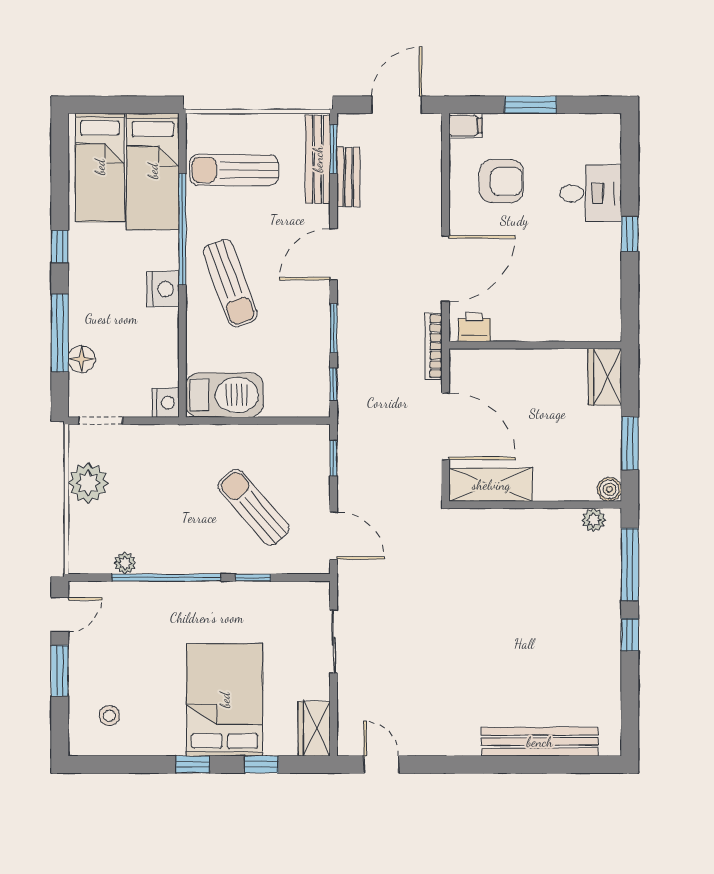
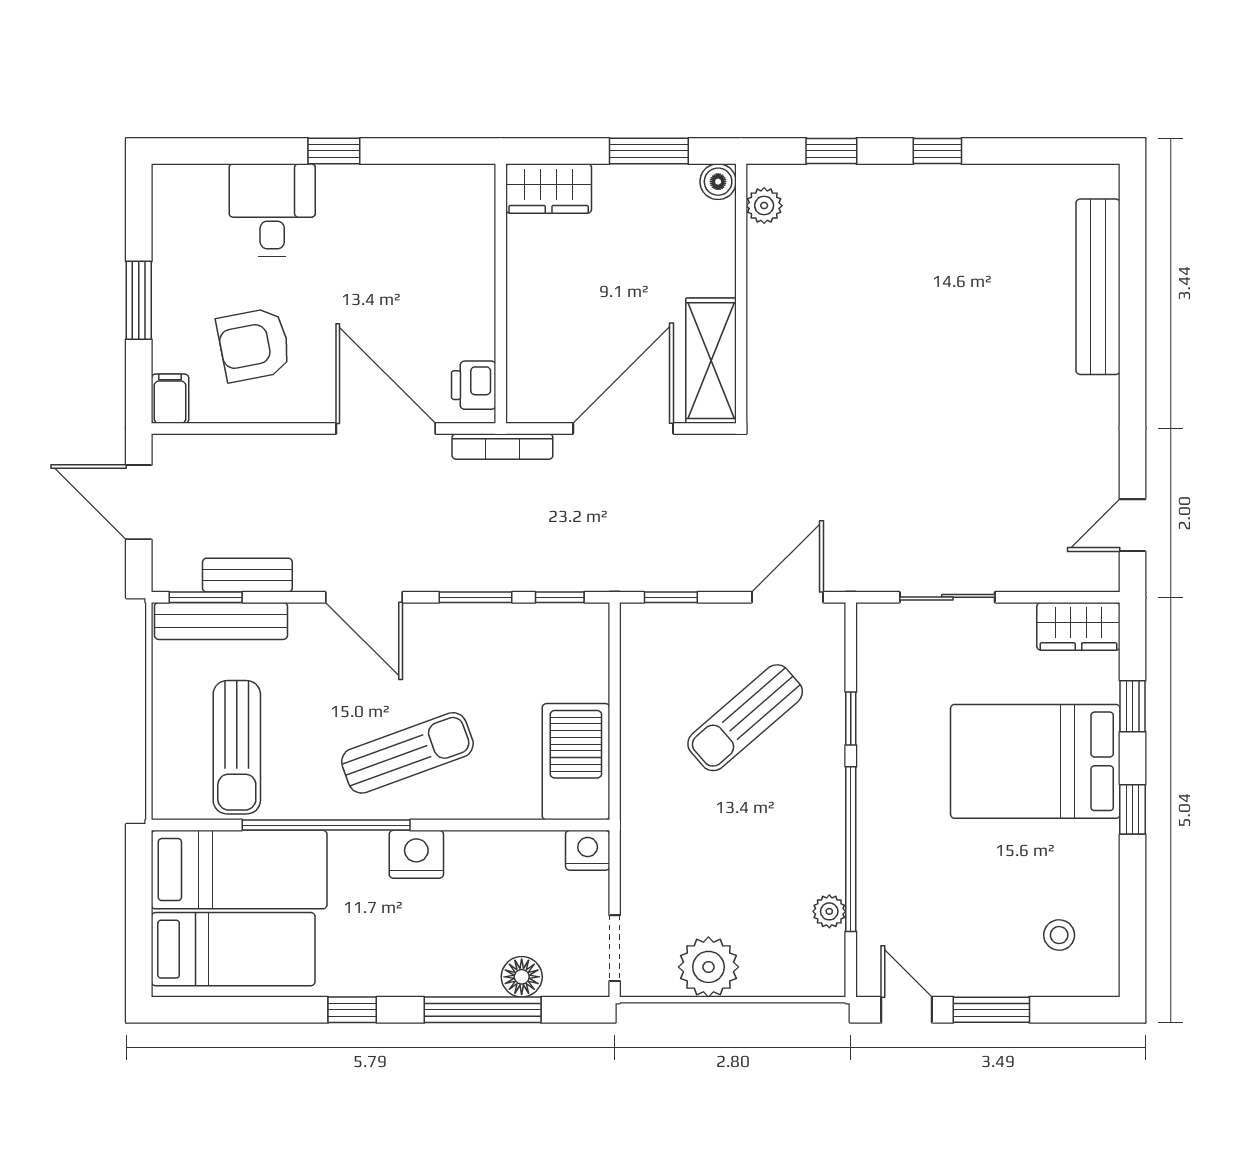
armchair: (501, 181) -> (254, 345), turned -101
window: (630, 565) -> (831, 151), width x0.46

